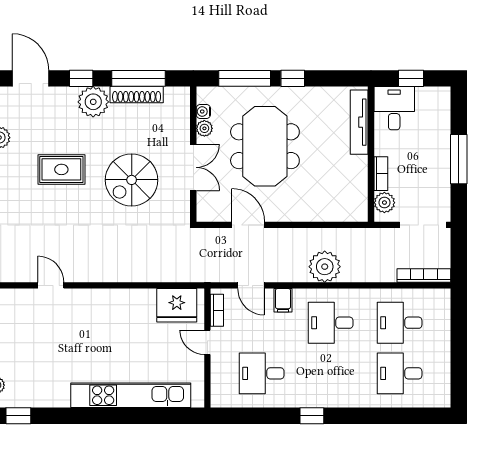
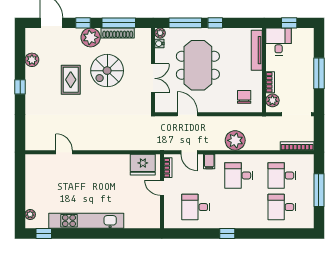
plant: (204, 128) -> (160, 33), moved
rug: (61, 169) -> (71, 80), turned 90
spiral stairs: (132, 180) -> (107, 71), moved
chair: (339, 197) -> (244, 97), added
window: (459, 346) -> (319, 190), added
kitchen unit: (131, 395) -> (86, 221), moved

